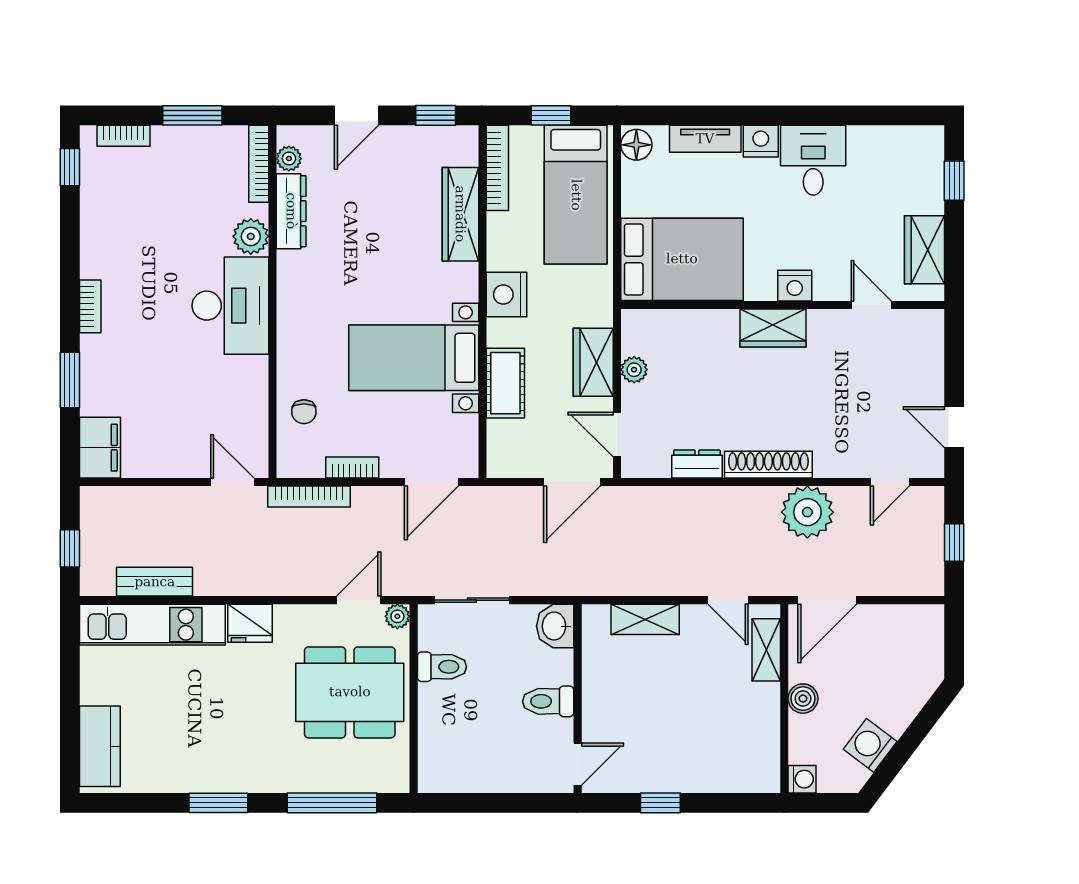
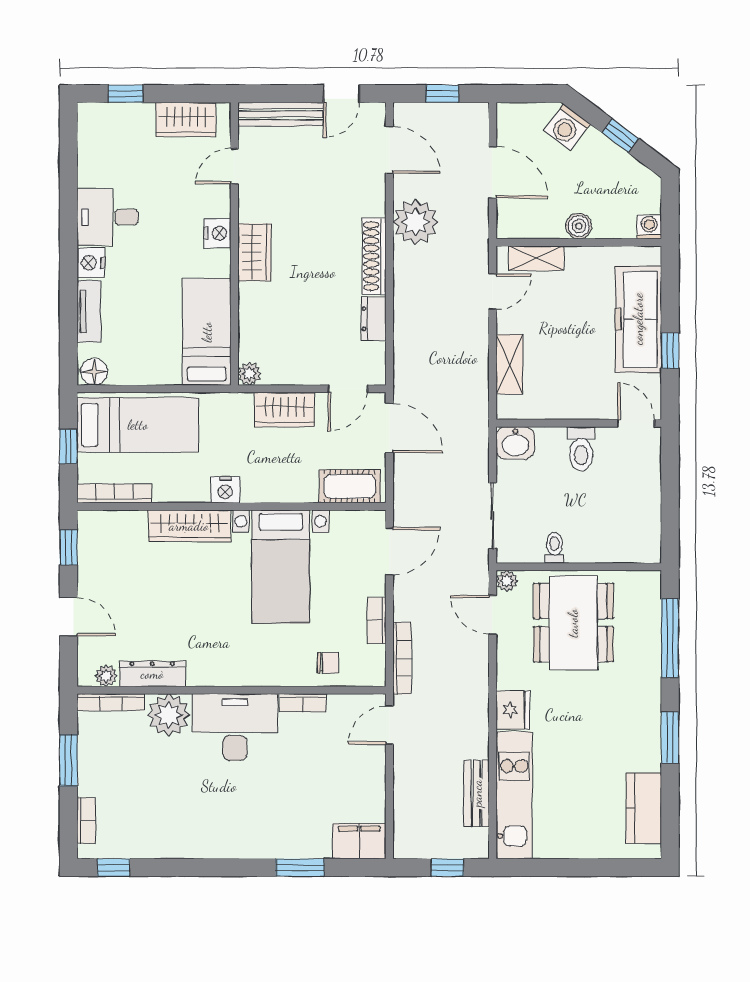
wardrobe: (460, 214) -> (189, 526), moved
plant: (251, 236) -> (169, 715), width x1.36, depth x1.36
bed: (682, 259) -> (207, 332), width x0.67
nightstand: (507, 295) -> (225, 490), width x0.74, depth x0.75
bookcase: (90, 306) -> (303, 703), moved, turned 180
bench: (931, 357) -> (280, 114), added
plant: (634, 370) -> (249, 374), moved
cot: (505, 383) -> (350, 486), moved
door: (431, 482) -> (389, 551), hinge flipped
door: (890, 482) -> (389, 150), width x1.38
door: (827, 600) -> (493, 172), moved
toilet: (442, 667) -> (554, 548), width x0.73, depth x0.72
washing machine: (870, 745) -> (567, 127), moved
kitchen counter: (100, 746) -> (644, 808), moved, turned -90
window: (906, 746) -> (620, 136), added
freezer: (696, 767) -> (638, 319), added

